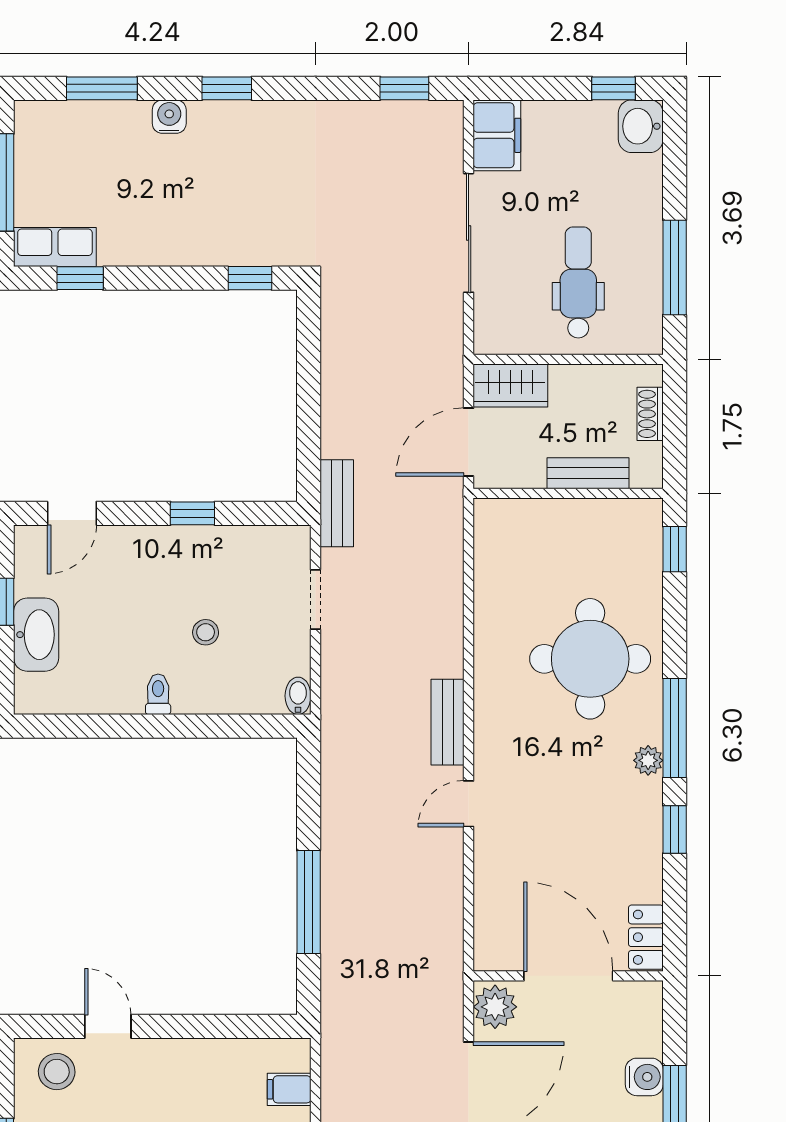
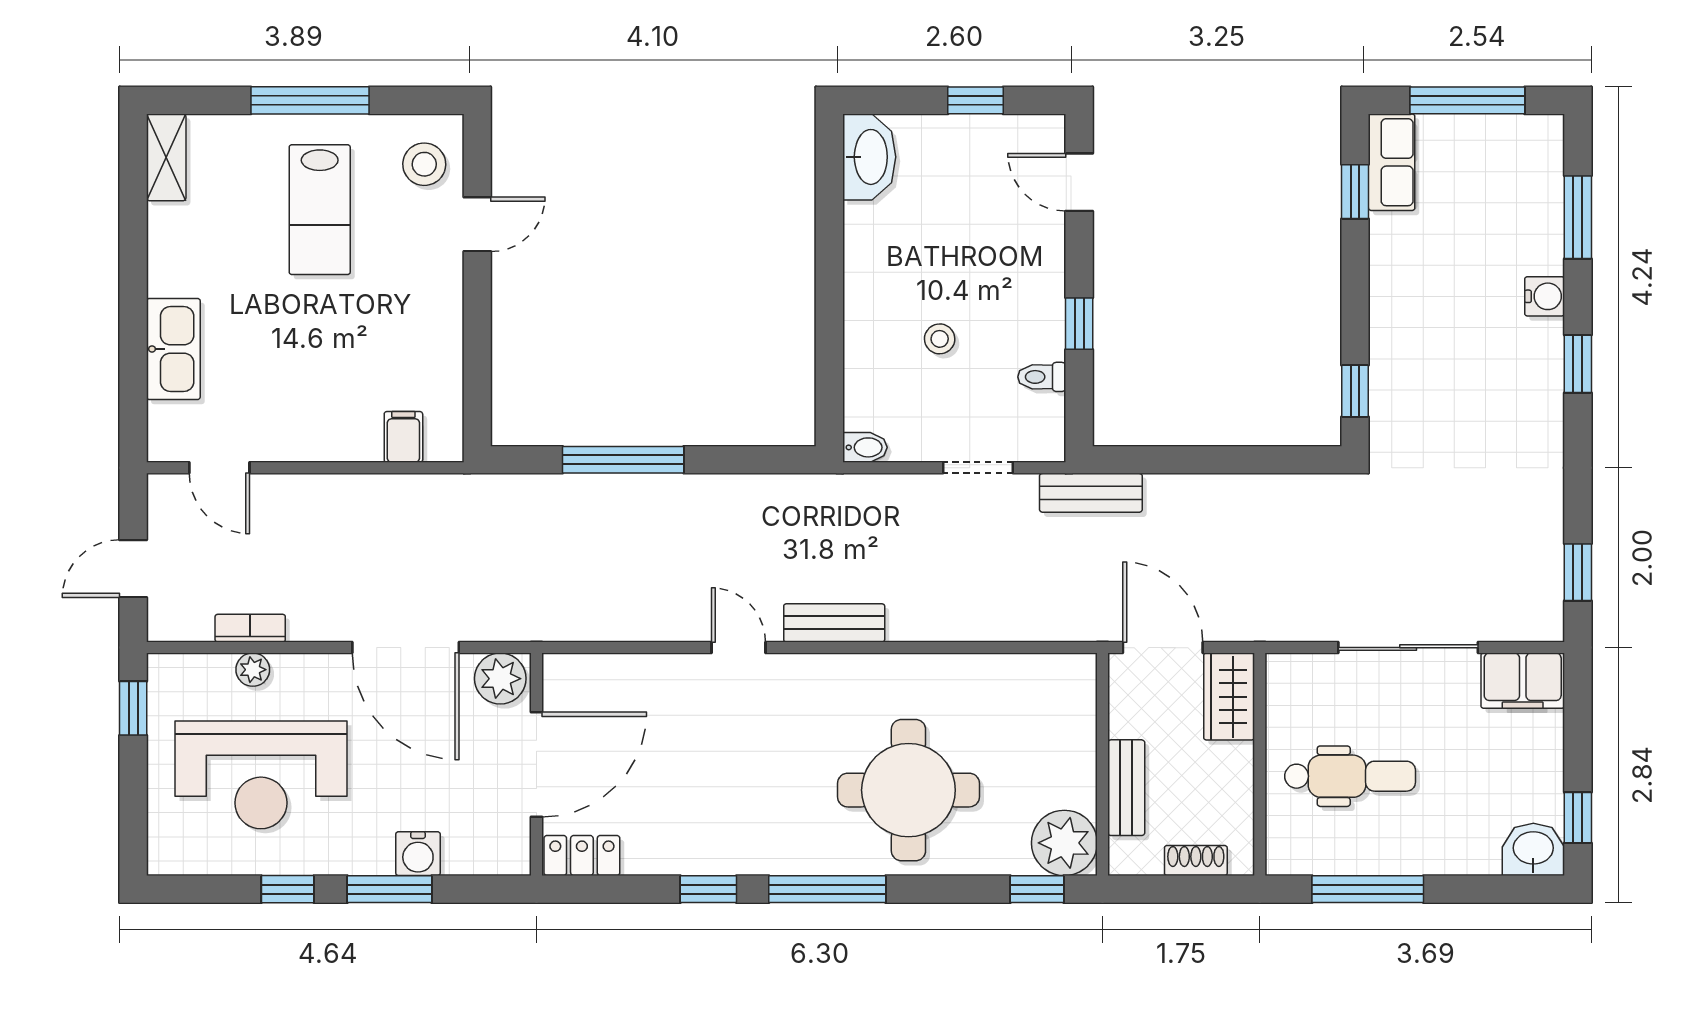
washbasin: (36, 635) -> (869, 157), moved, turned -90
toilet: (158, 694) -> (1042, 377), moved, turned 180
plant: (648, 760) -> (1064, 843), moved, width x1.88, depth x1.88

